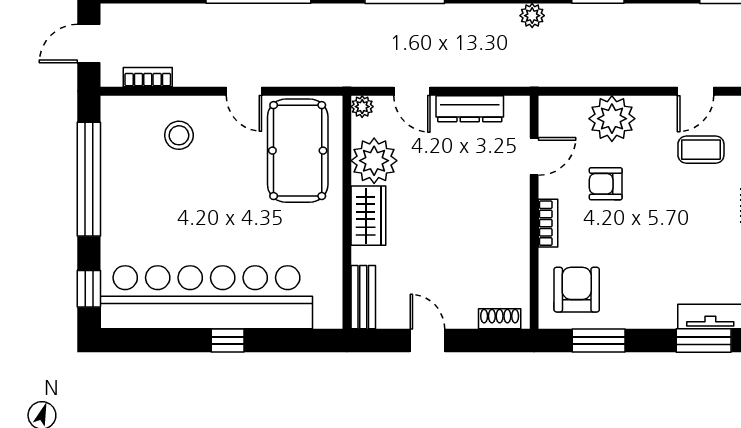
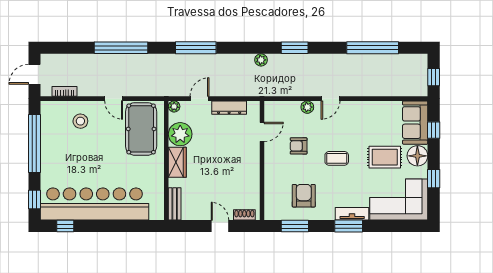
door: (412, 91) -> (199, 99), swing flipped
door: (696, 91) -> (330, 99), moved
plant: (612, 119) -> (307, 107), width x0.53, depth x0.53
coffee table: (701, 150) -> (337, 158), moved
bookcase: (548, 223) -> (269, 166), removed
armchair: (577, 290) -> (304, 196), moved
window: (228, 341) -> (65, 226), moved
door: (427, 341) -> (220, 226), moved

